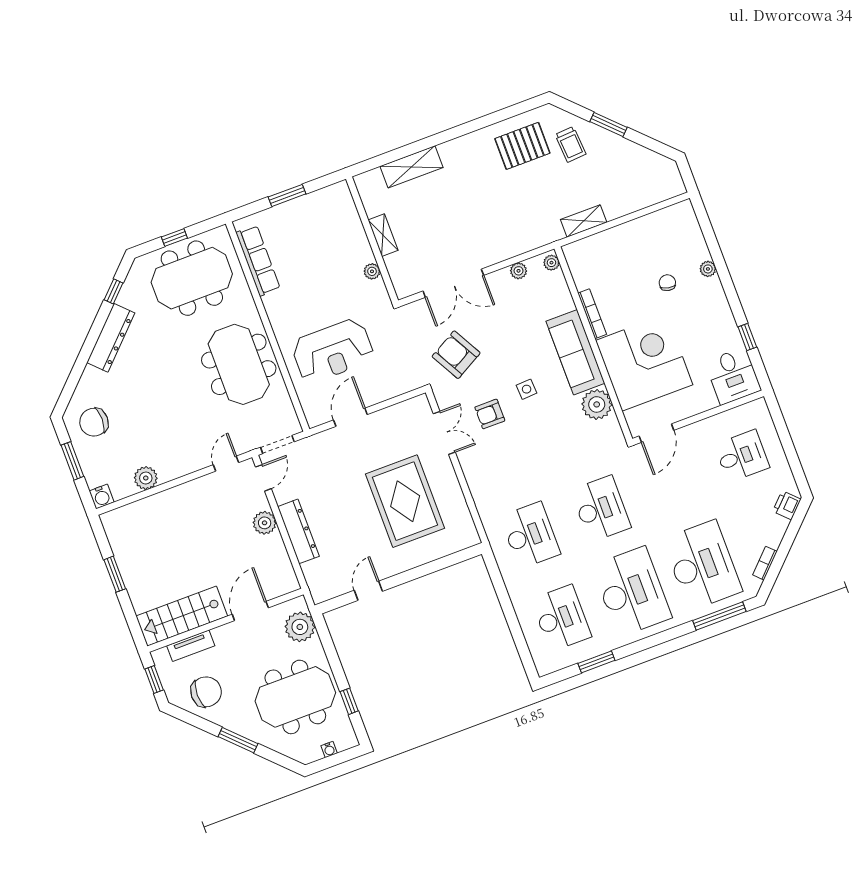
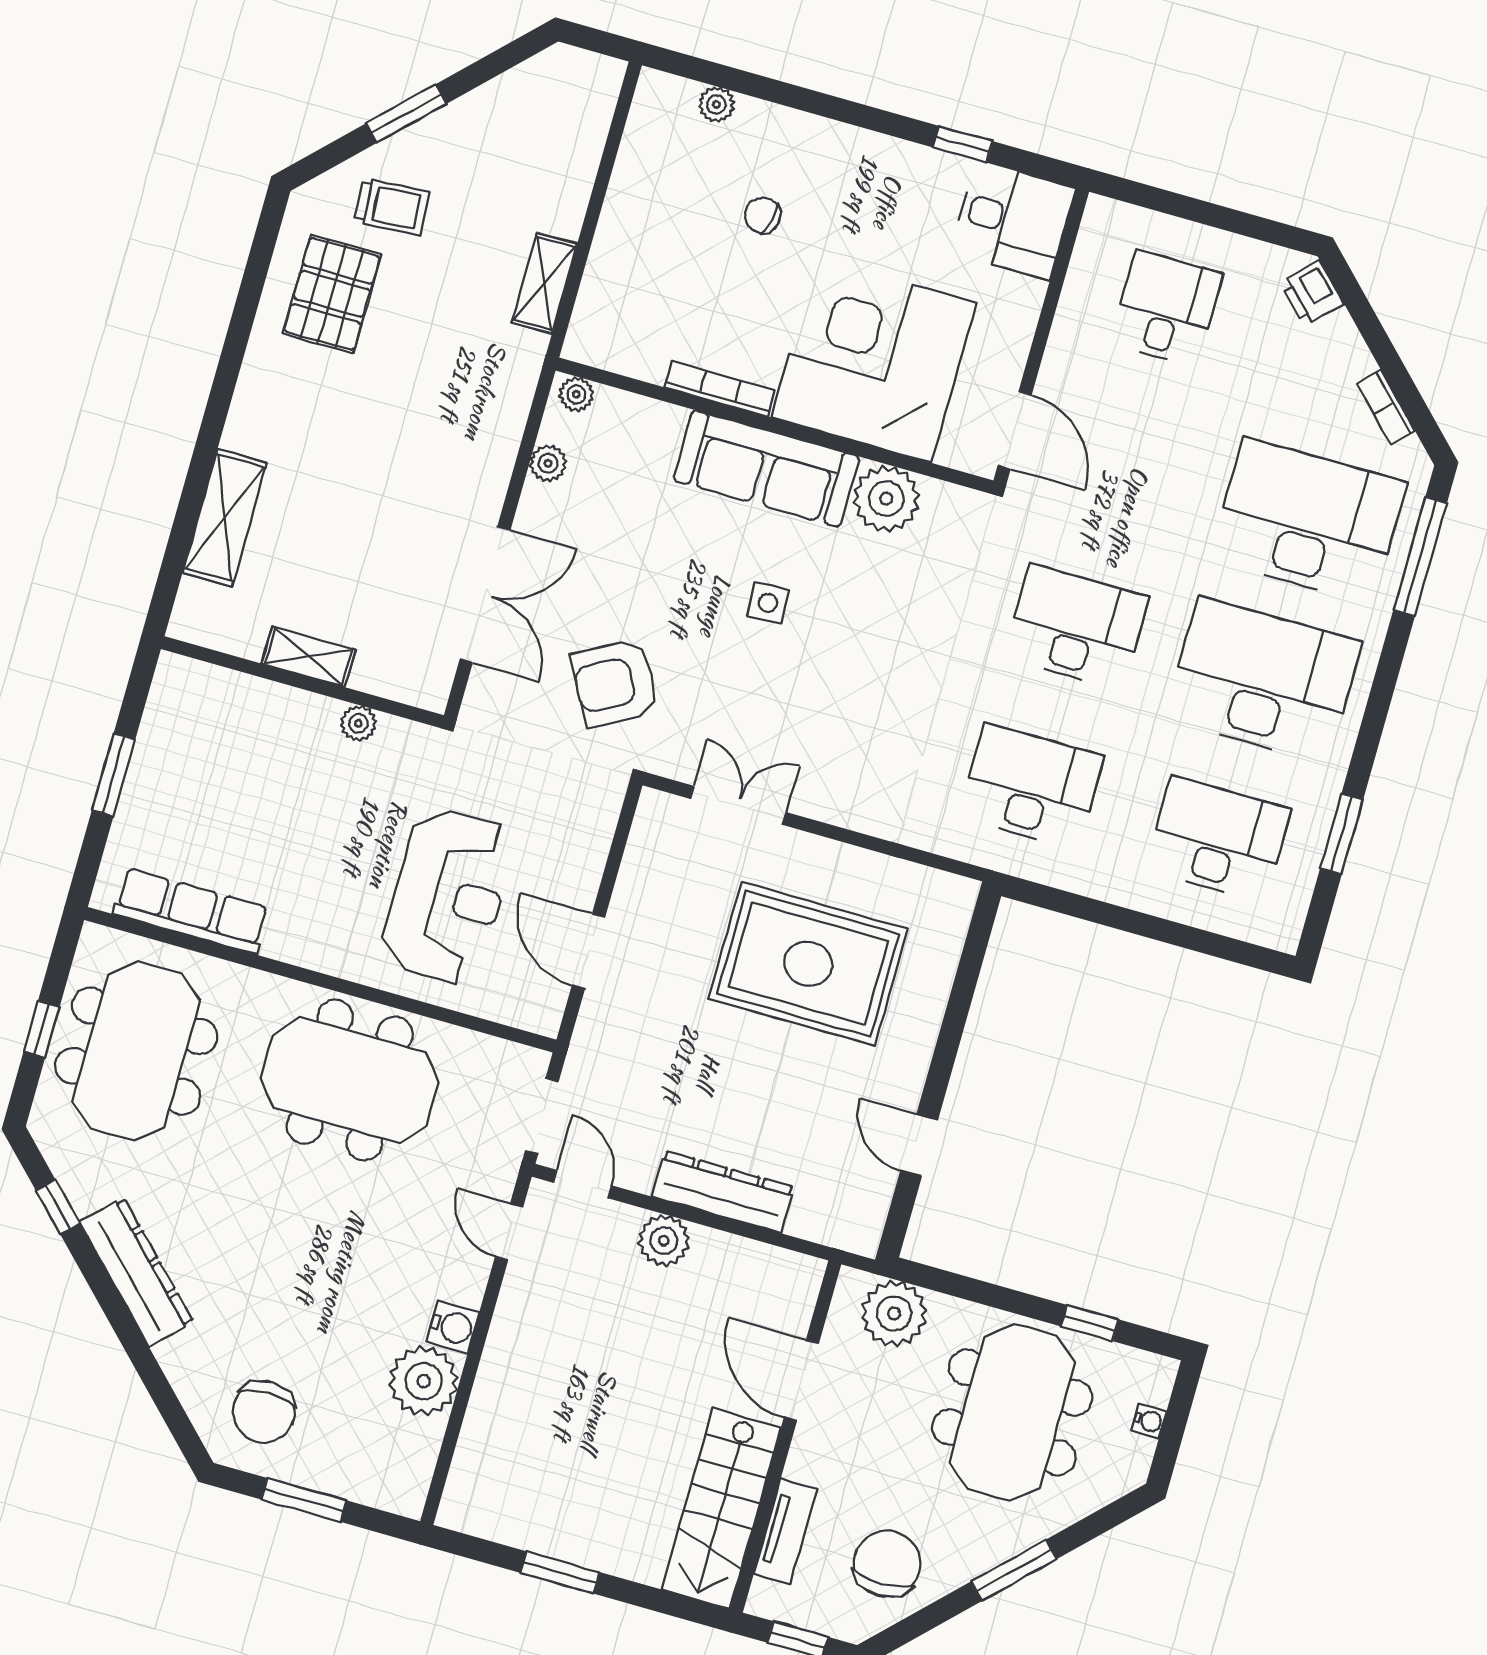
plant: (708, 269) -> (716, 105), moved
armchair: (490, 414) -> (764, 700), removed
plant: (146, 478) -> (424, 1381), width x1.36, depth x1.36
water cooler: (102, 496) -> (453, 1327), moved

